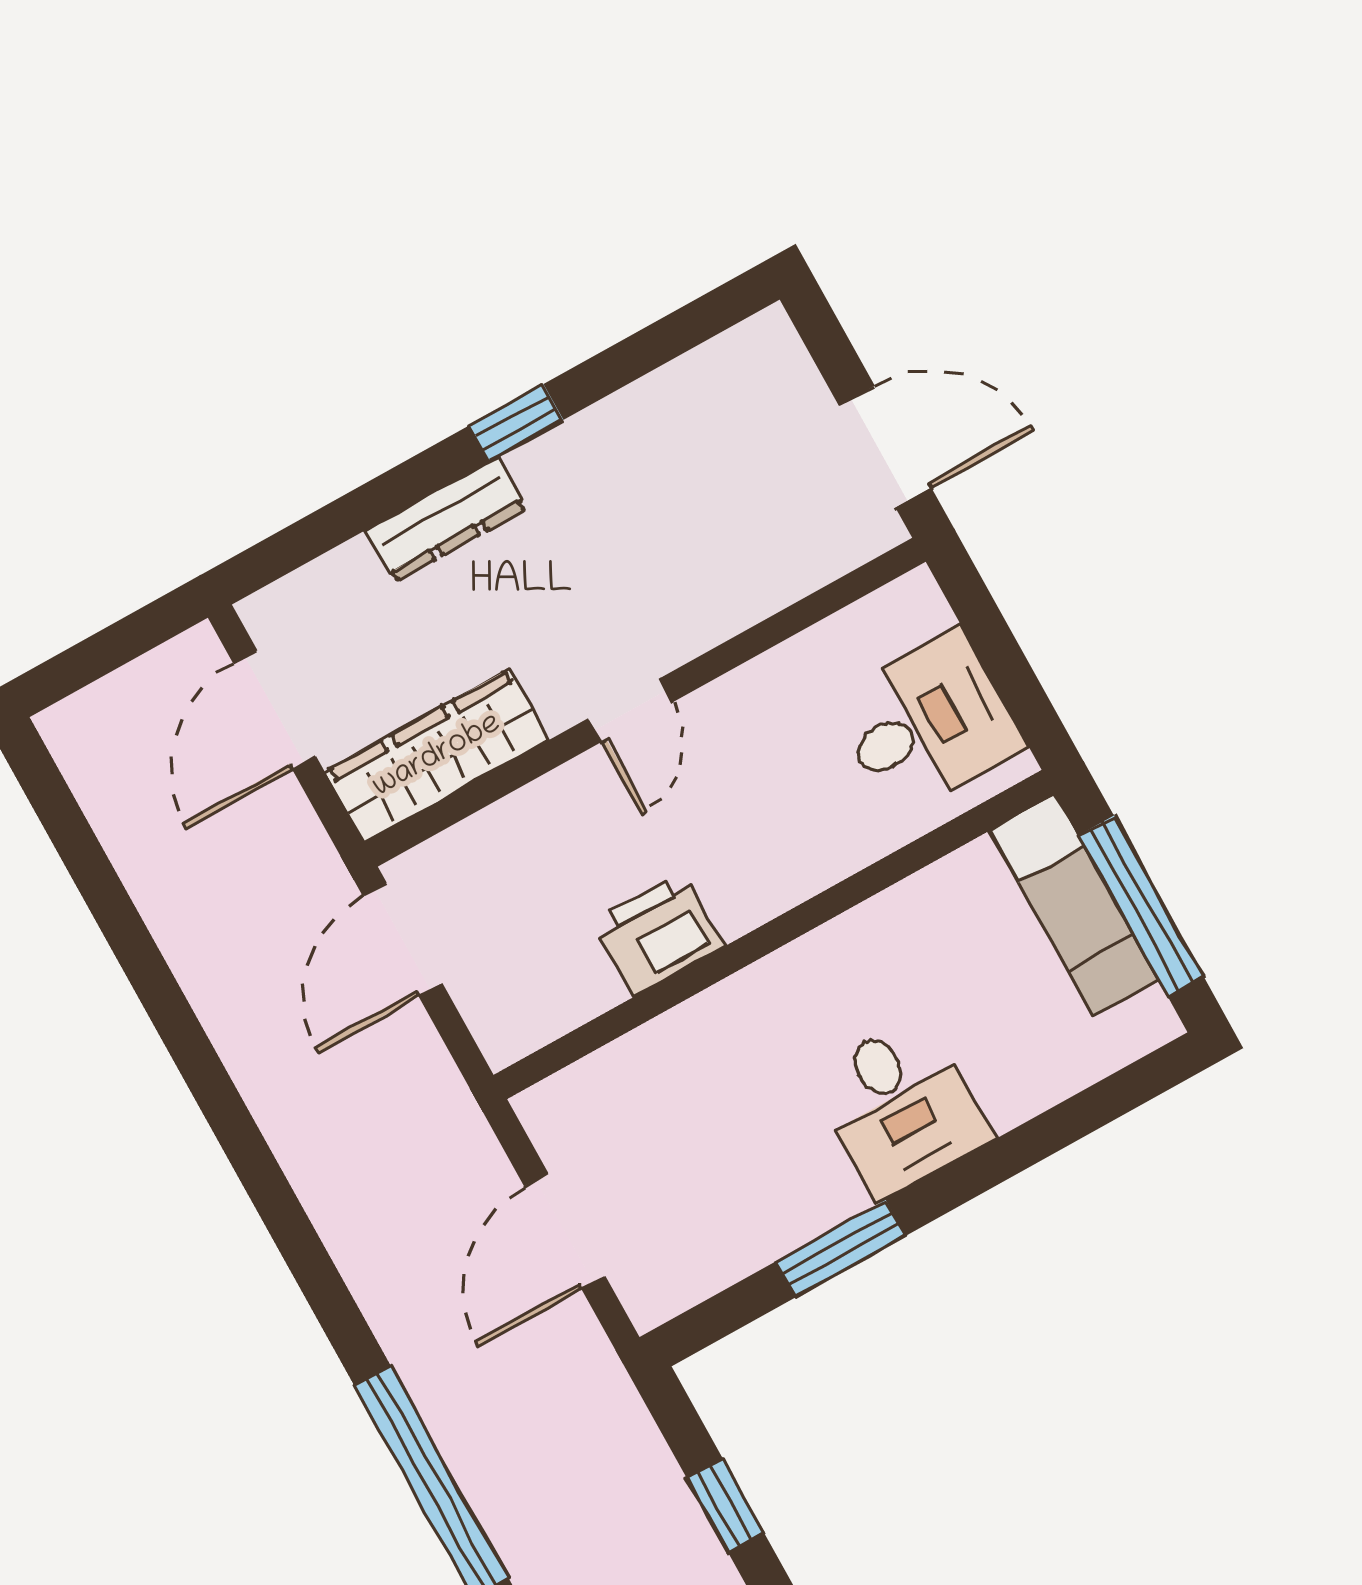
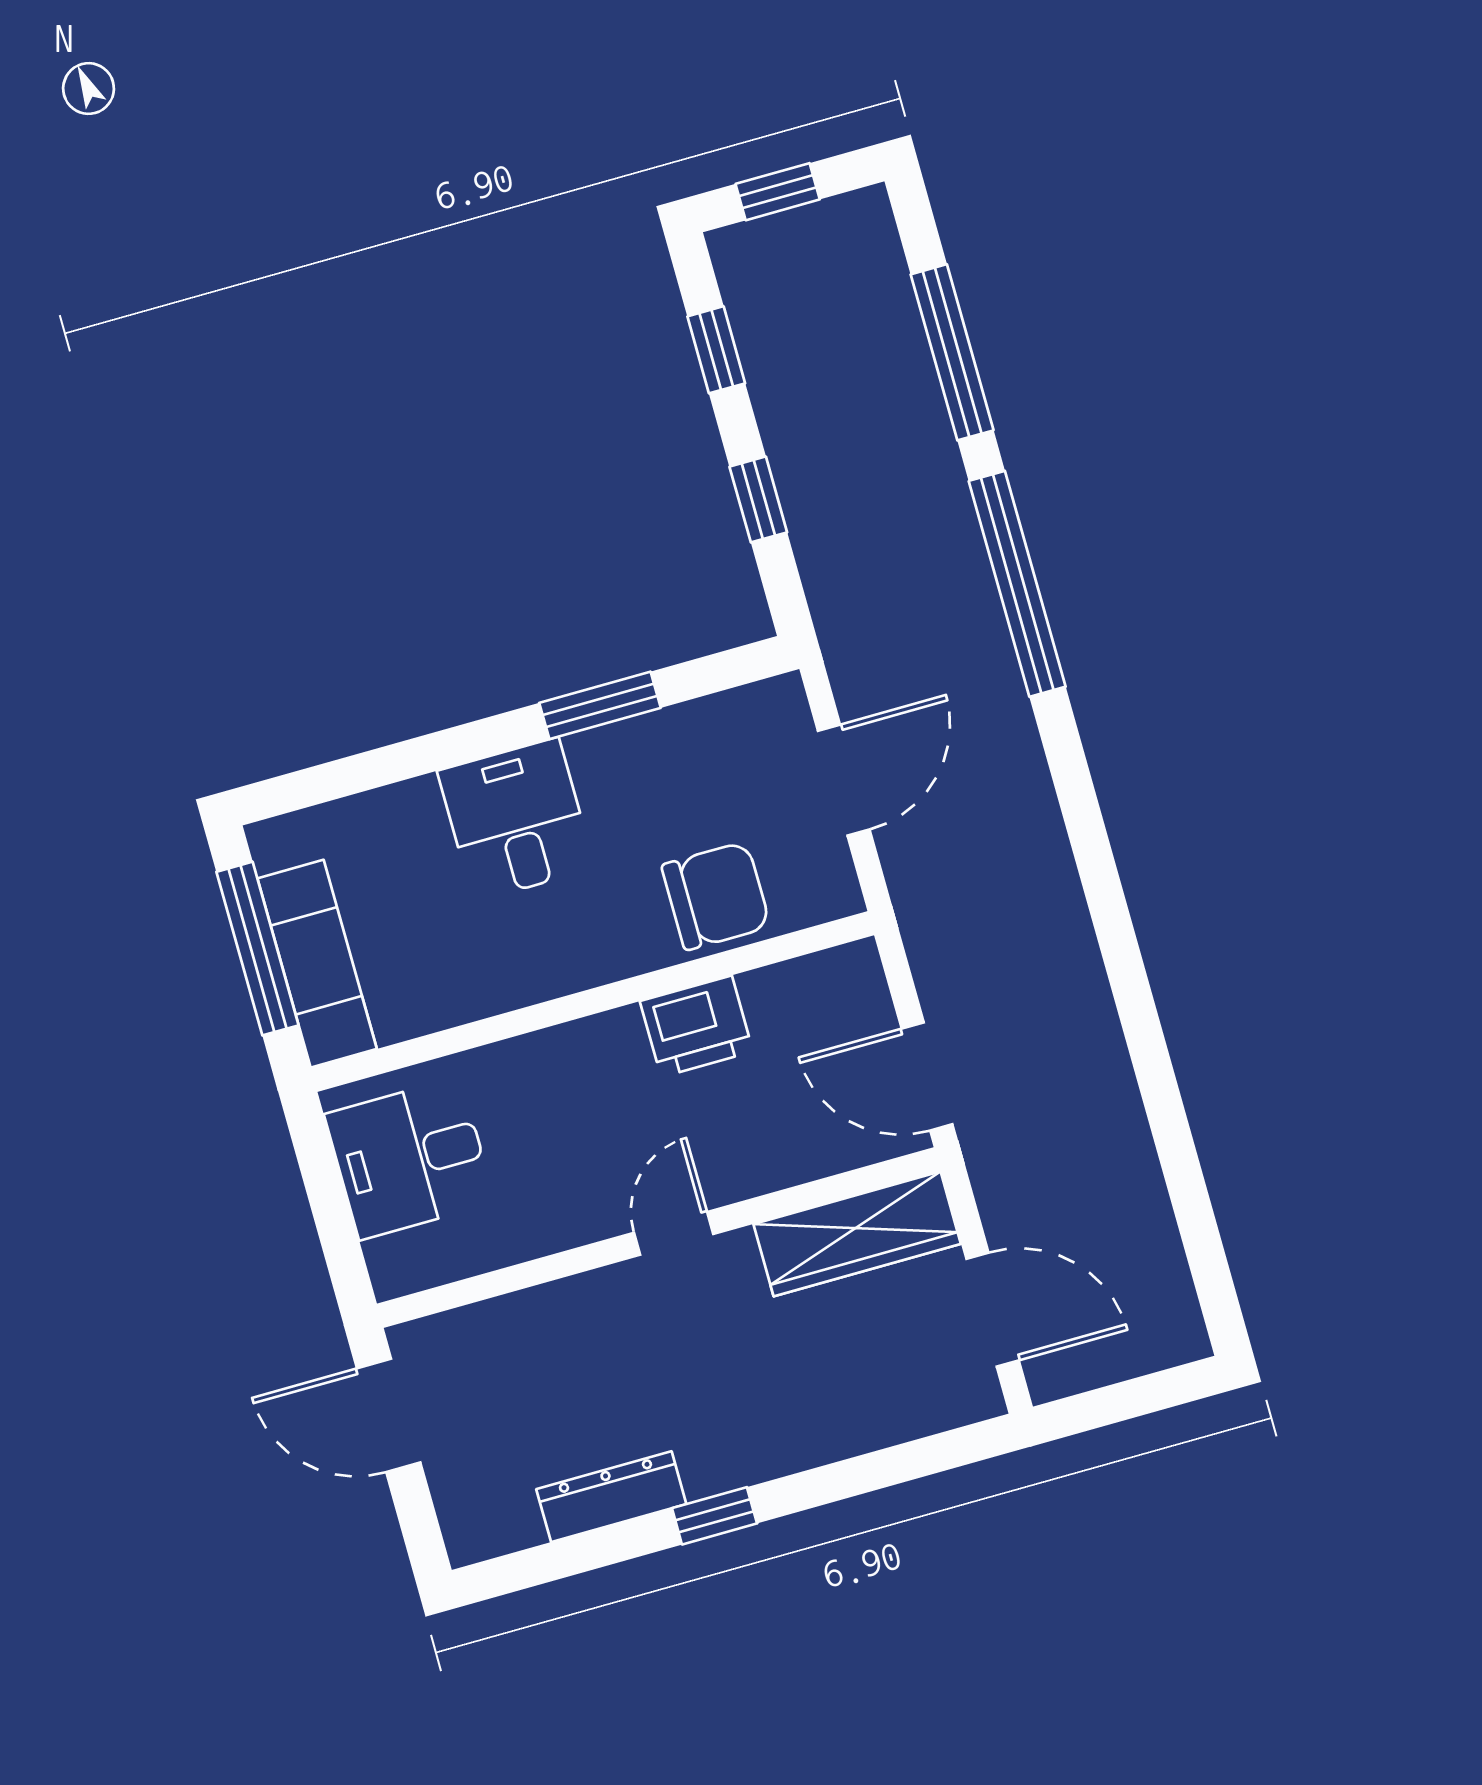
dresser: (446, 519) -> (611, 1497), moved
door: (275, 710) -> (993, 1310), hinge flipped
door: (403, 940) -> (927, 1076), swing flipped
chair: (671, 1077) -> (716, 896), added

